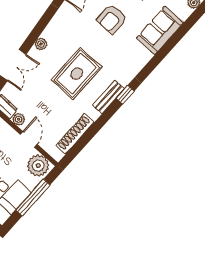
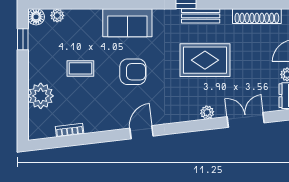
sofa: (160, 30) -> (127, 23), moved

